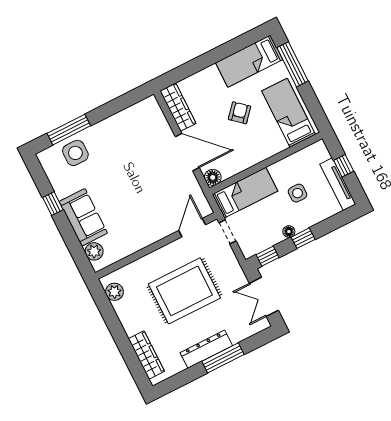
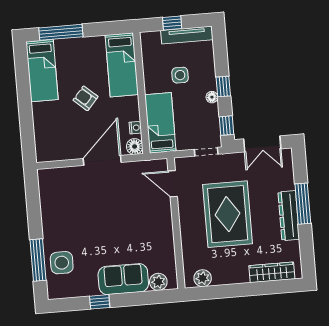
wardrobe: (178, 107) -> (58, 152), removed
bed: (289, 113) -> (122, 65), moved, turned -90
nightstand: (231, 171) -> (135, 128), added
doorway: (227, 232) -> (206, 152), moved

